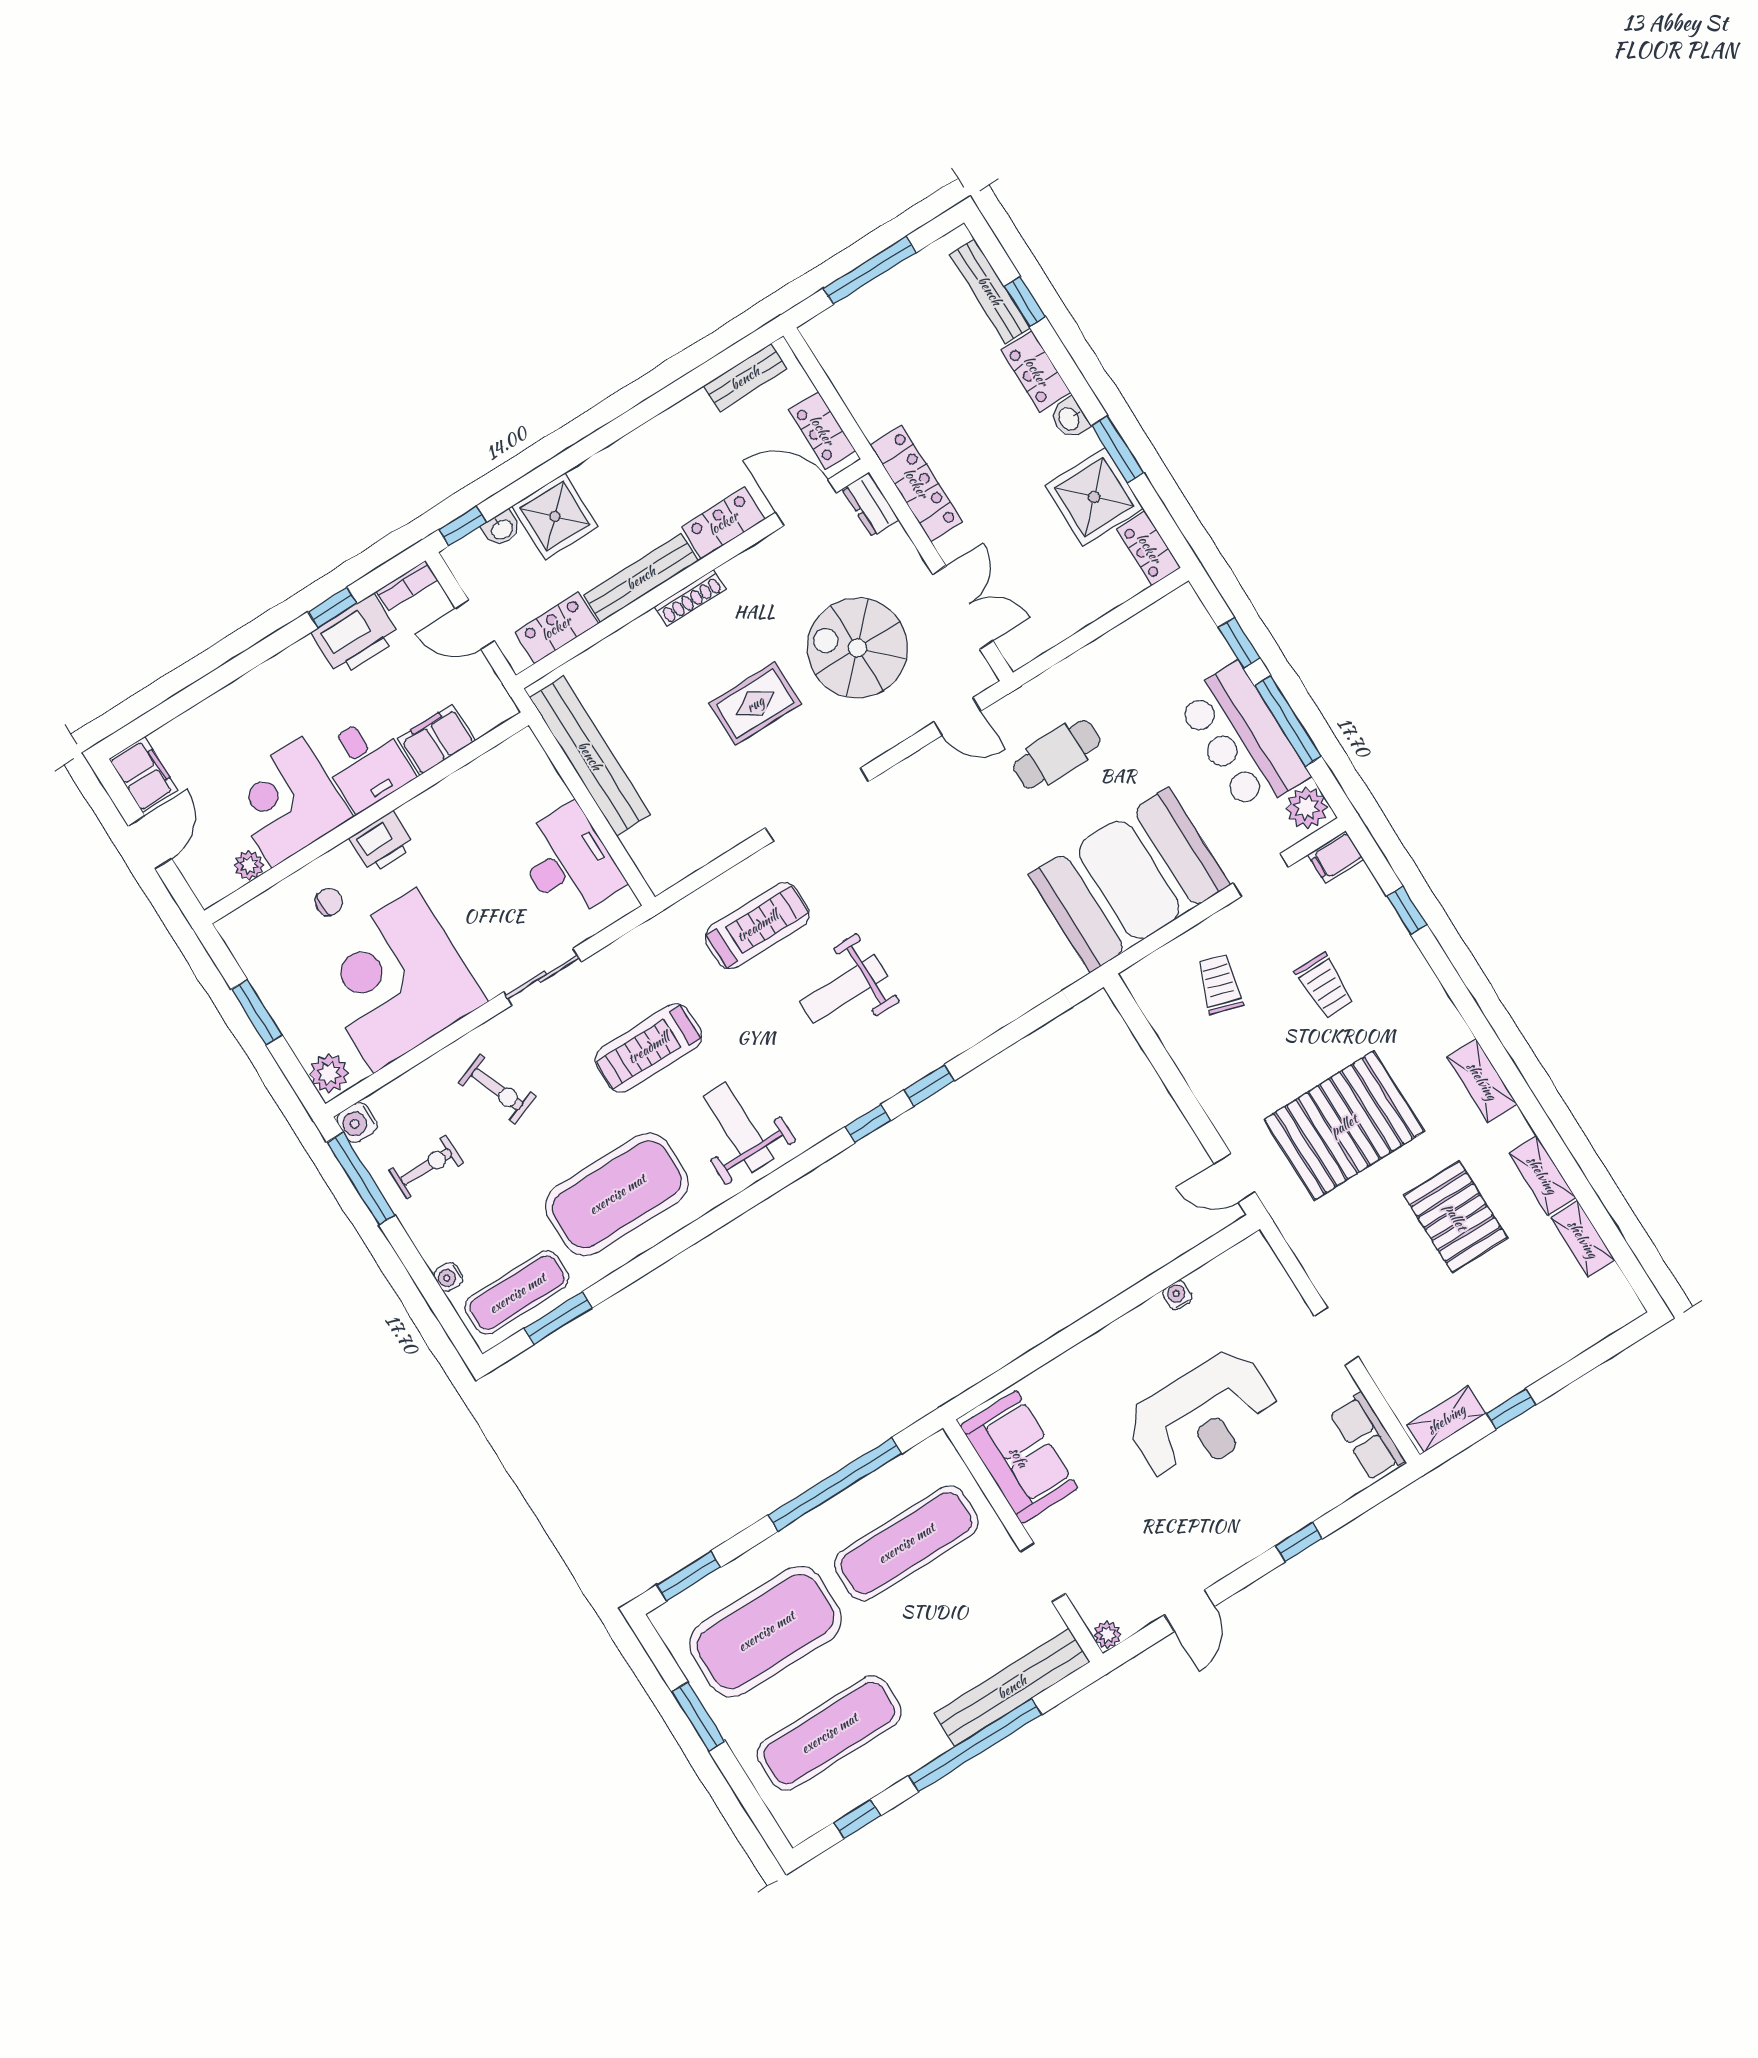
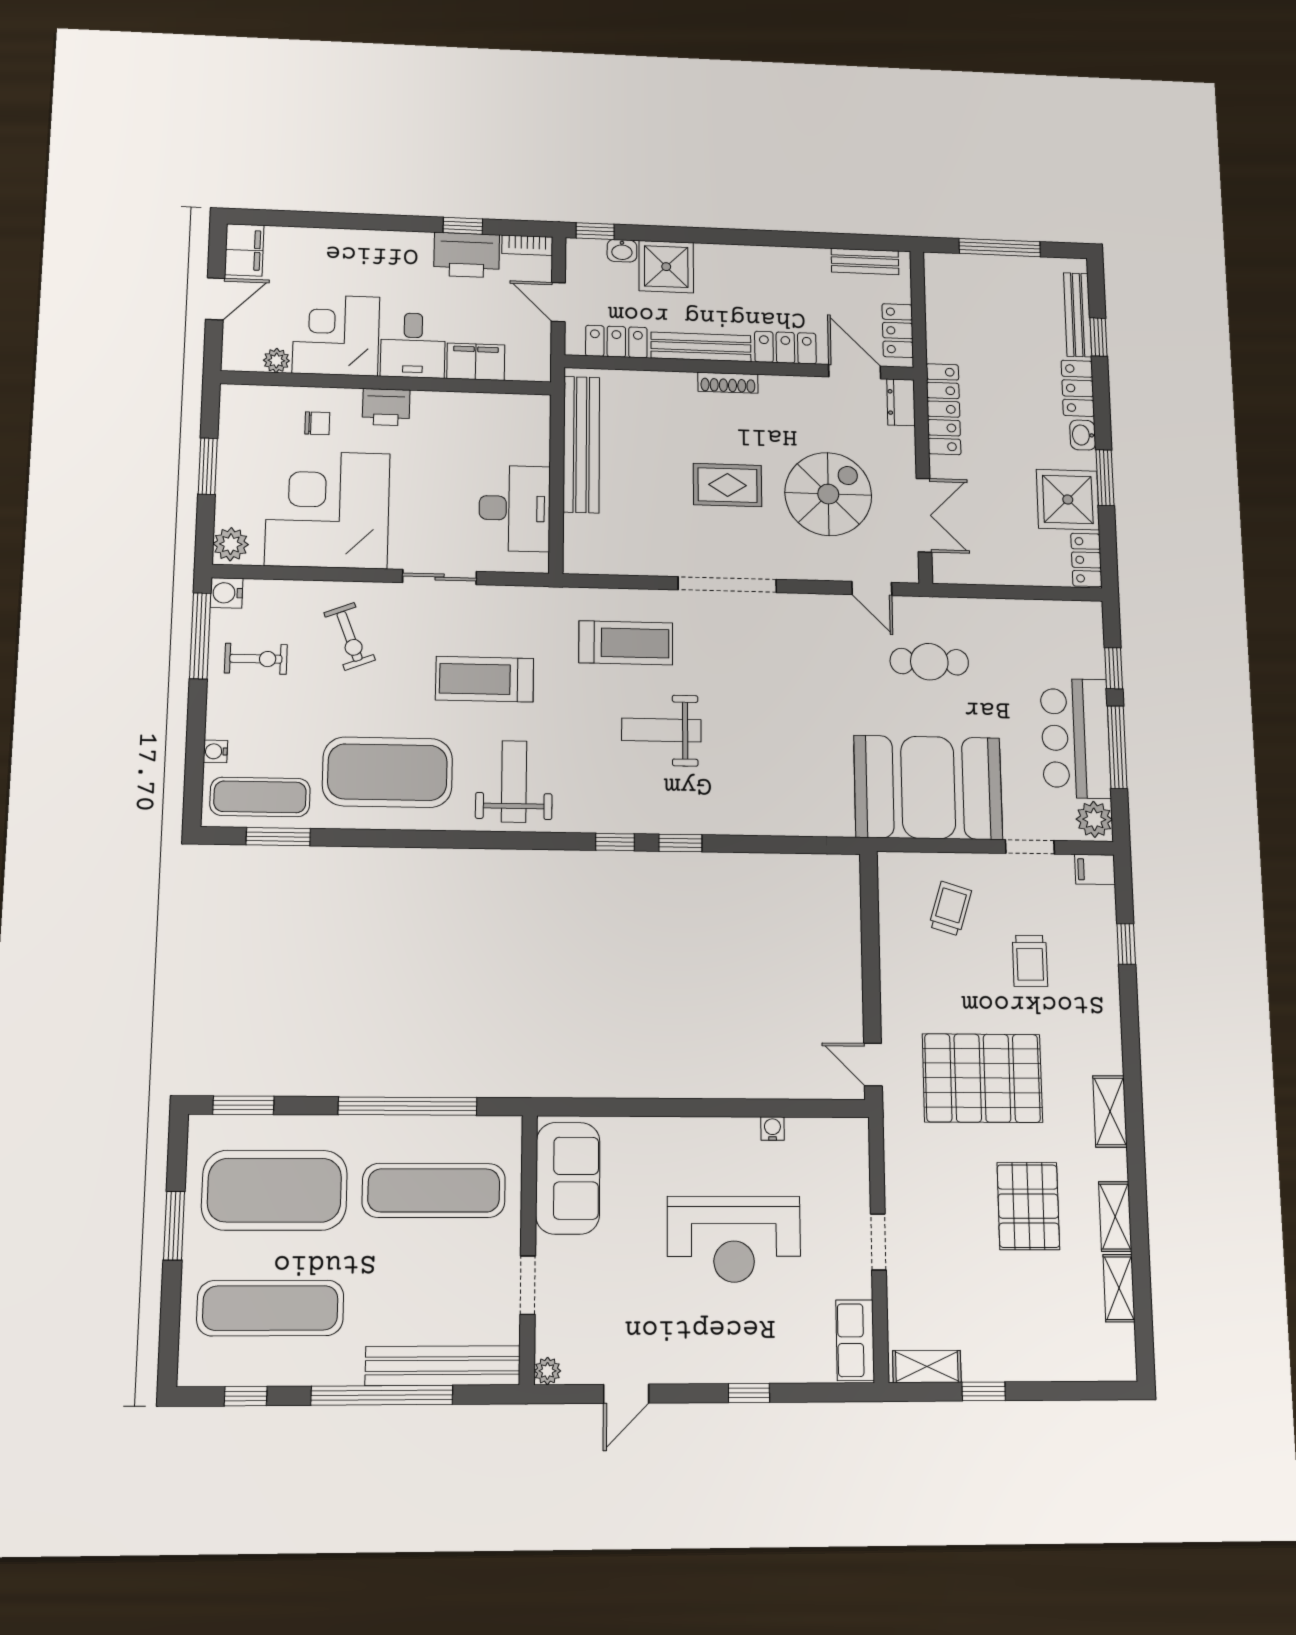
spiral stairs: (857, 648) -> (828, 494), turned 90

